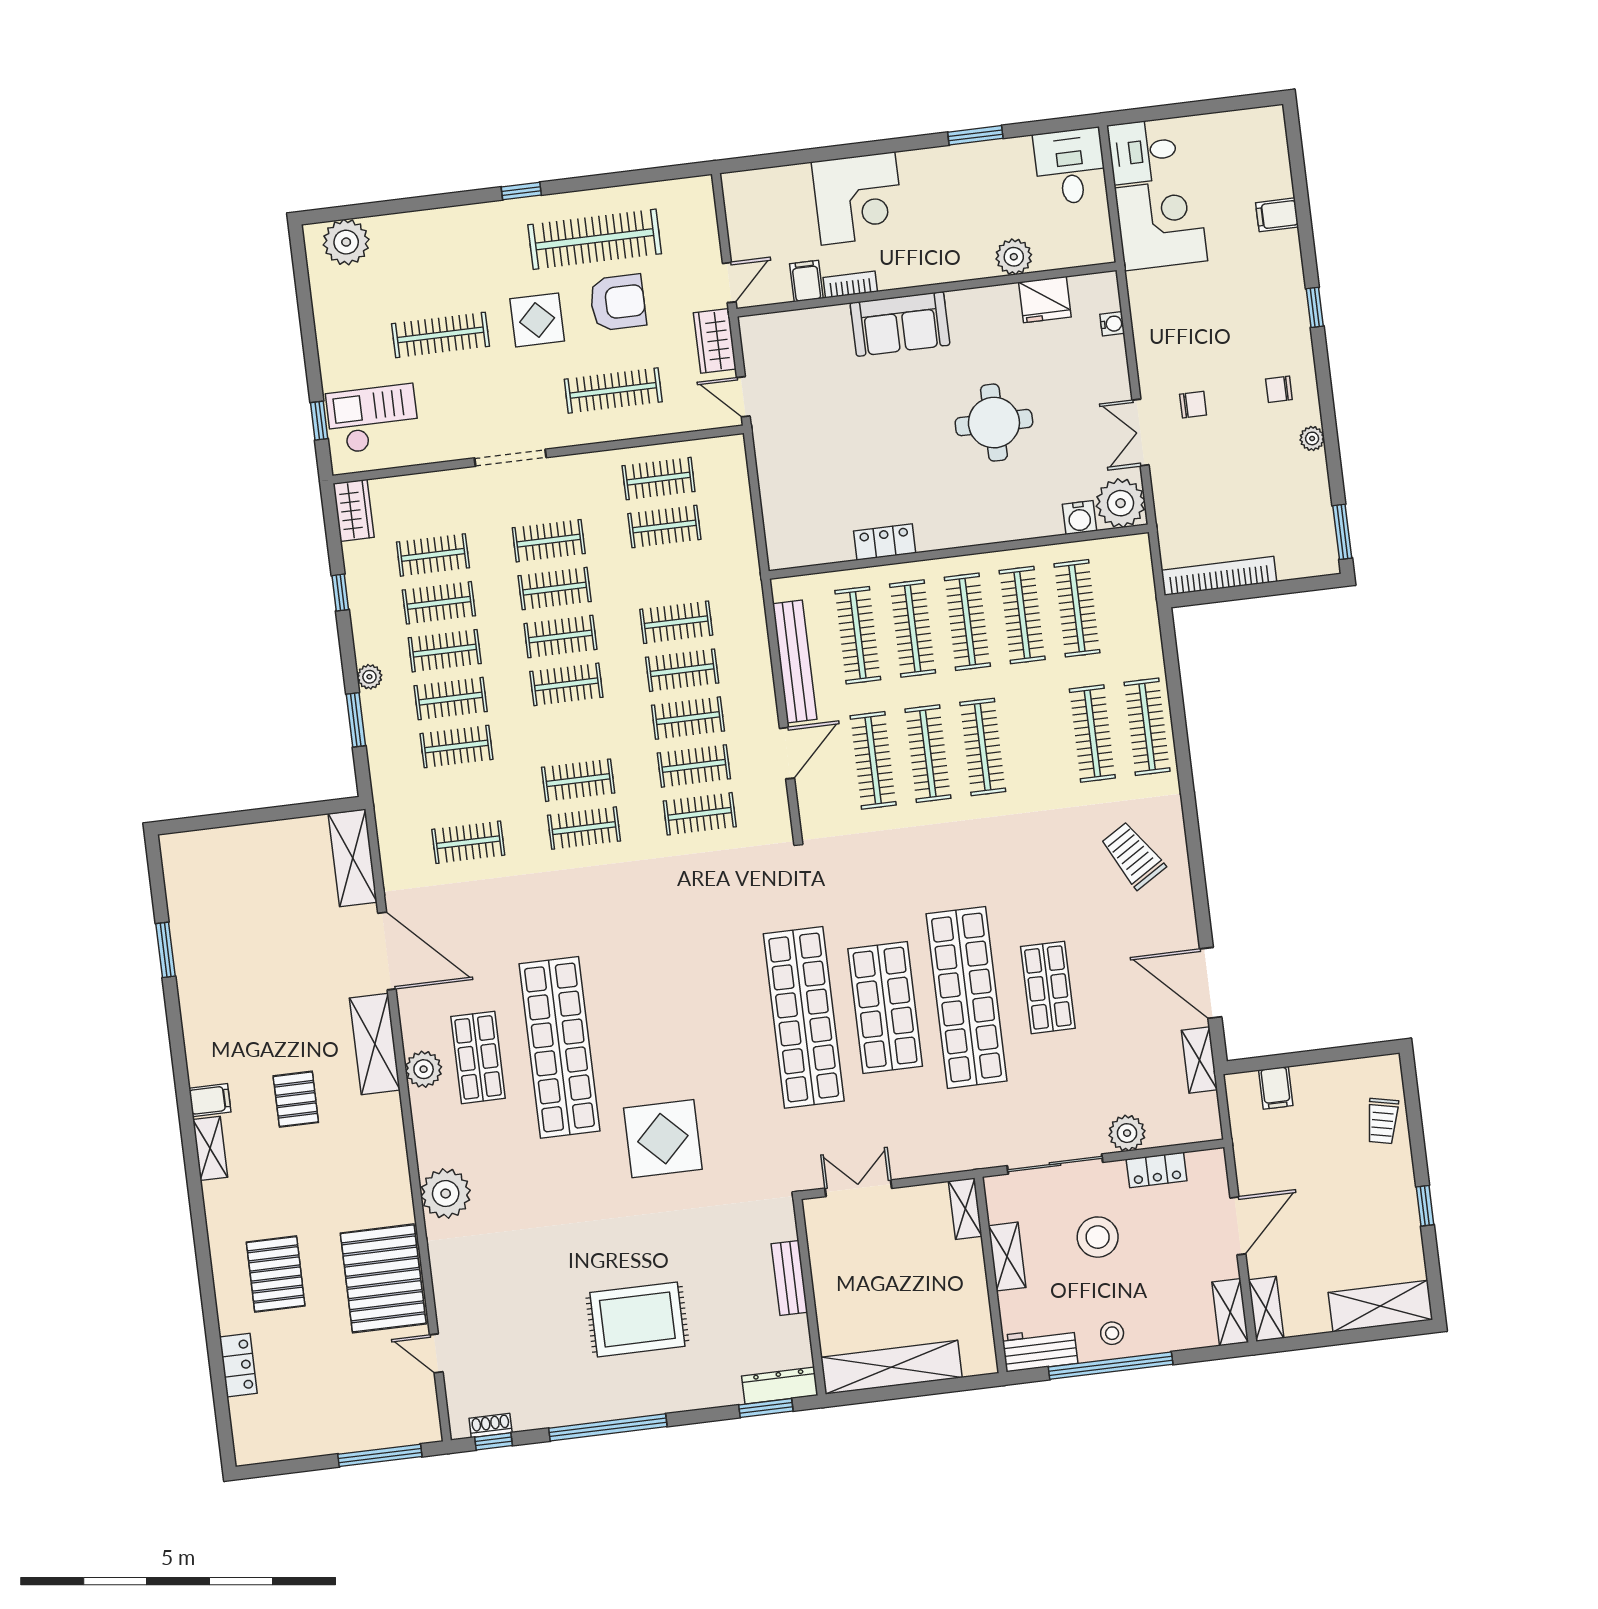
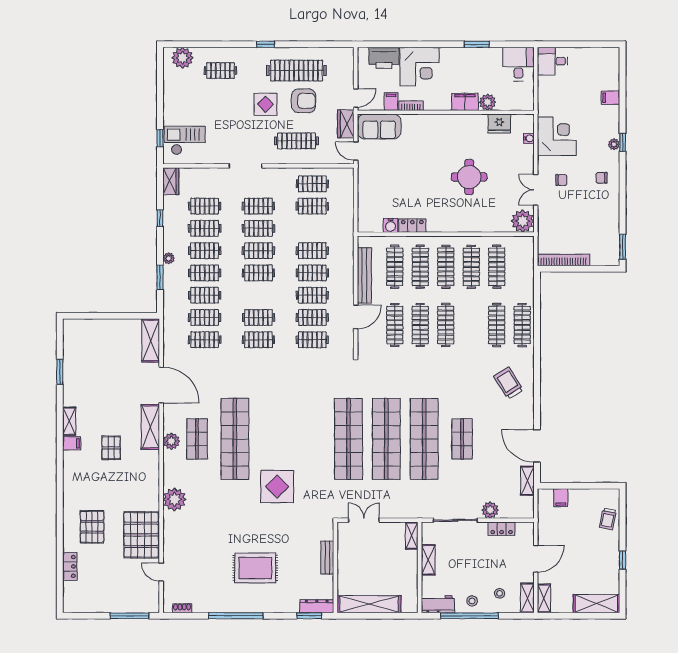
printer: (779, 189) -> (384, 58), added
corner desk: (1161, 224) -> (557, 136), moved
filing cabinet: (965, 262) -> (465, 102), added
sofa: (900, 324) -> (379, 127), moved
clothes rail: (440, 335) -> (220, 71), moved, width x0.73
plant: (1312, 438) -> (614, 144), moved
water cooler: (1079, 518) -> (390, 225), moved
clothes rail: (462, 794) -> (205, 317), added
shop shelf: (885, 1007) -> (386, 439), width x1.40
shelving: (210, 1148) -> (69, 421), moved
stool: (1098, 1237) -> (500, 593), moved, width x0.53, depth x0.53
window: (494, 1441) -> (182, 616), removed

